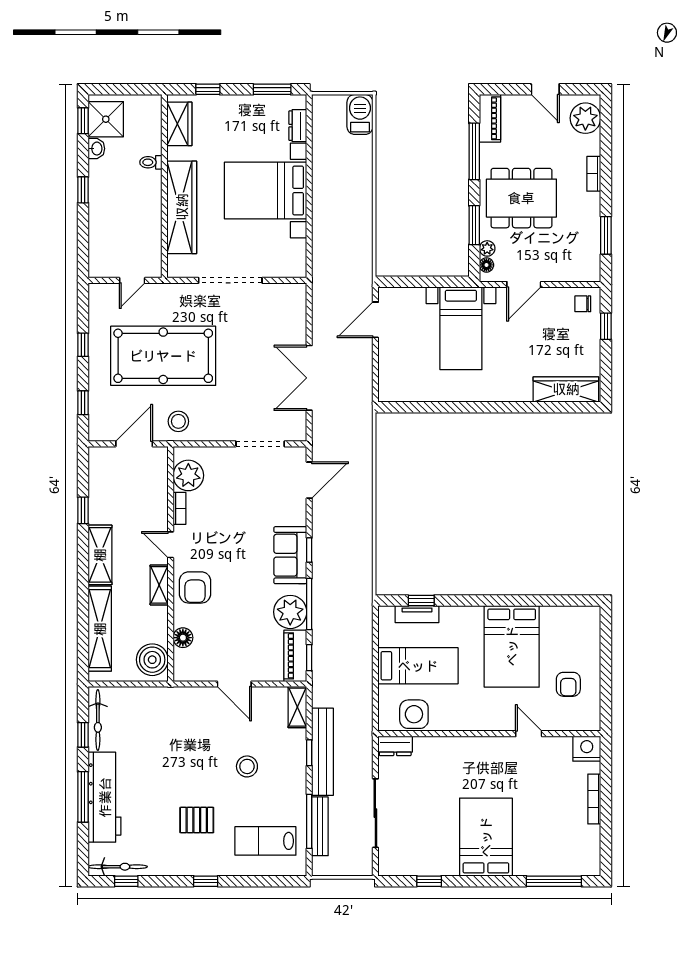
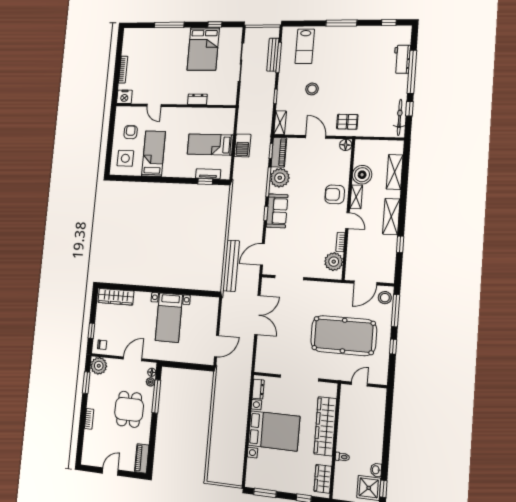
door: (545, 89) -> (110, 472), hinge flipped
barbecue: (360, 114) -> (243, 145), moved
plant: (585, 118) -> (99, 366), moved
dresser: (298, 126) -> (258, 389), moved
window: (474, 151) -> (152, 440), removed
window: (83, 190) -> (386, 445), removed
dining table: (521, 198) -> (129, 409), width x0.73
window: (474, 225) -> (156, 396), width x1.44
bed with nightstands: (461, 328) -> (169, 318), moved, turned 180
window: (83, 403) -> (396, 311), width x2.17
stool: (178, 421) -> (385, 298), moved
armchair: (195, 587) -> (335, 194), turned -90
shelving: (100, 629) -> (395, 172), width x0.68
floor lamp: (183, 638) -> (346, 145), moved
bed: (512, 646) -> (154, 154), width x0.67
boiler: (152, 660) -> (362, 175), moved
side table: (414, 714) -> (125, 158), moved
dresser: (395, 746) -> (197, 99), moved
bench: (323, 752) -> (231, 266), moved
window: (83, 797) -> (412, 72), width x1.46
workbench: (105, 797) -> (402, 59), width x0.53, depth x0.76
pallet: (197, 820) -> (347, 122), moved
bed: (486, 837) -> (203, 49), moved
lab bench: (265, 841) -> (305, 46), turned 90
bicycle: (118, 867) -> (393, 31), removed
window: (206, 881) -> (341, 23), width x2.17
window: (554, 881) -> (169, 25), moved

